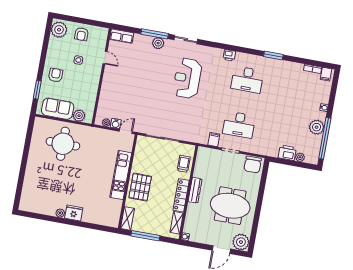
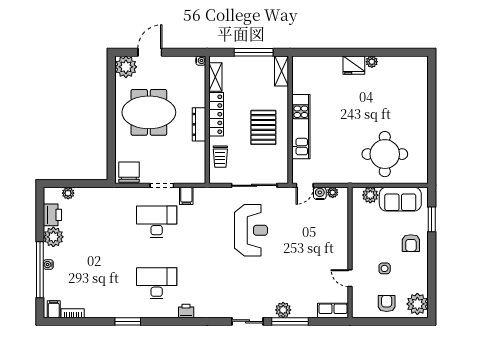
reception desk: (187, 78) -> (251, 230), moved
window: (325, 138) -> (40, 270), moved
printer: (287, 153) -> (52, 215), moved, turned -90
pallet: (140, 187) -> (263, 127), moved

